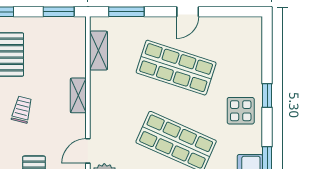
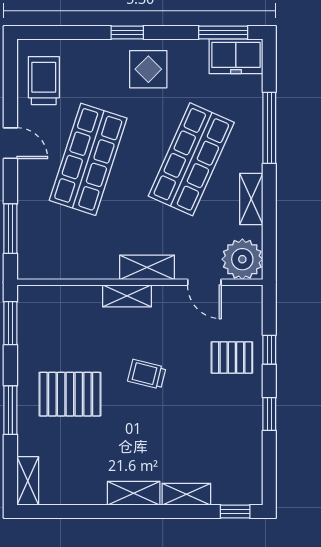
trolley: (233, 36) -> (44, 81), added
shelving: (99, 51) -> (147, 267), moved

